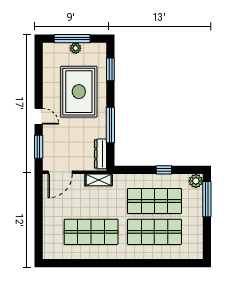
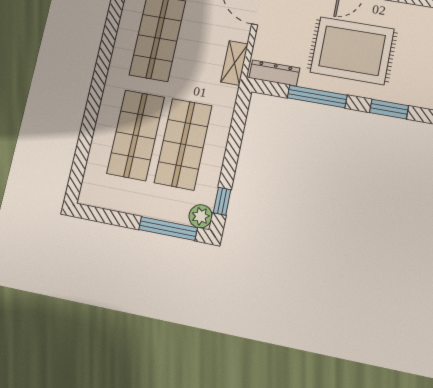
window: (110, 69) -> (389, 109), moved
rug: (79, 92) -> (352, 51), moved
window: (164, 170) -> (222, 201), moved

